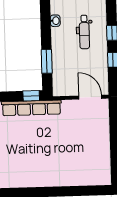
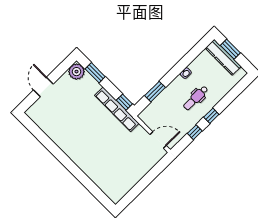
door: (90, 97) -> (158, 140), hinge flipped

